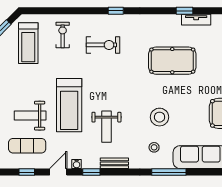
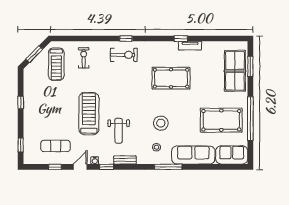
exercise bike: (103, 45) -> (124, 55), moved
treadmill: (69, 105) -> (89, 114), turned 180
weight bench: (30, 116) -> (58, 122), removed

